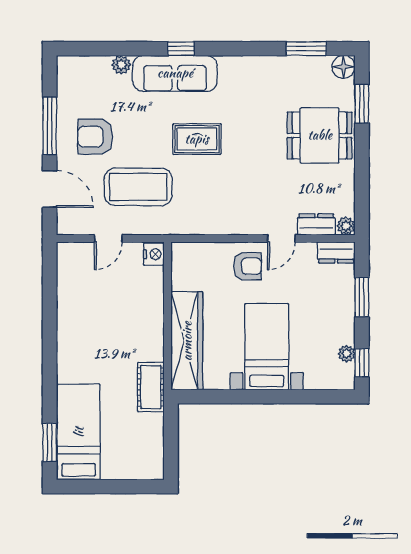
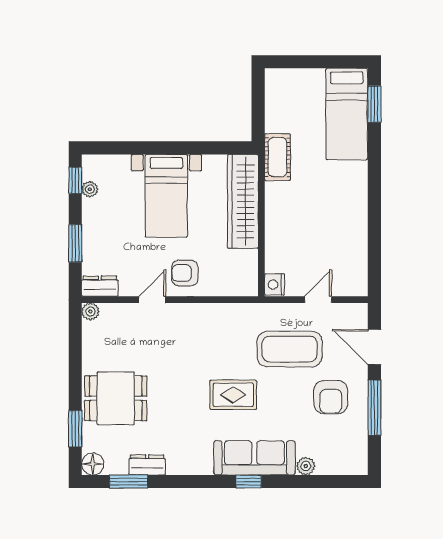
armchair: (95, 137) -> (331, 397), turned 90
dresser: (316, 224) -> (147, 465), moved, turned 180

